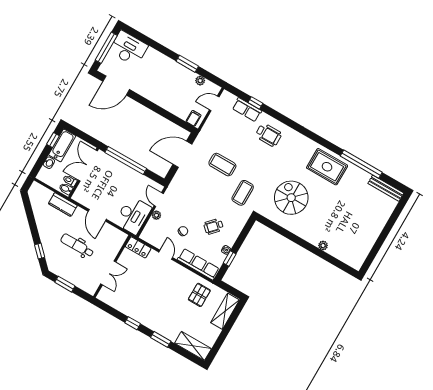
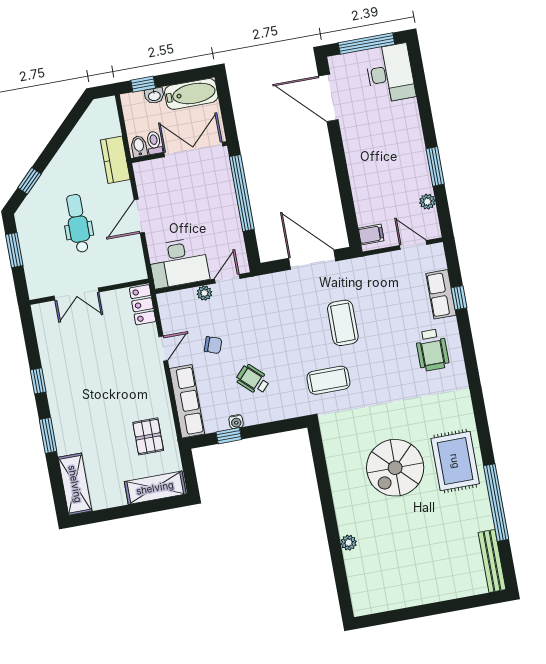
window: (53, 140) -> (143, 84), moved
spiral stairs: (291, 198) -> (395, 468), moved, turned 180
pallet: (199, 295) -> (148, 436), turned 90

